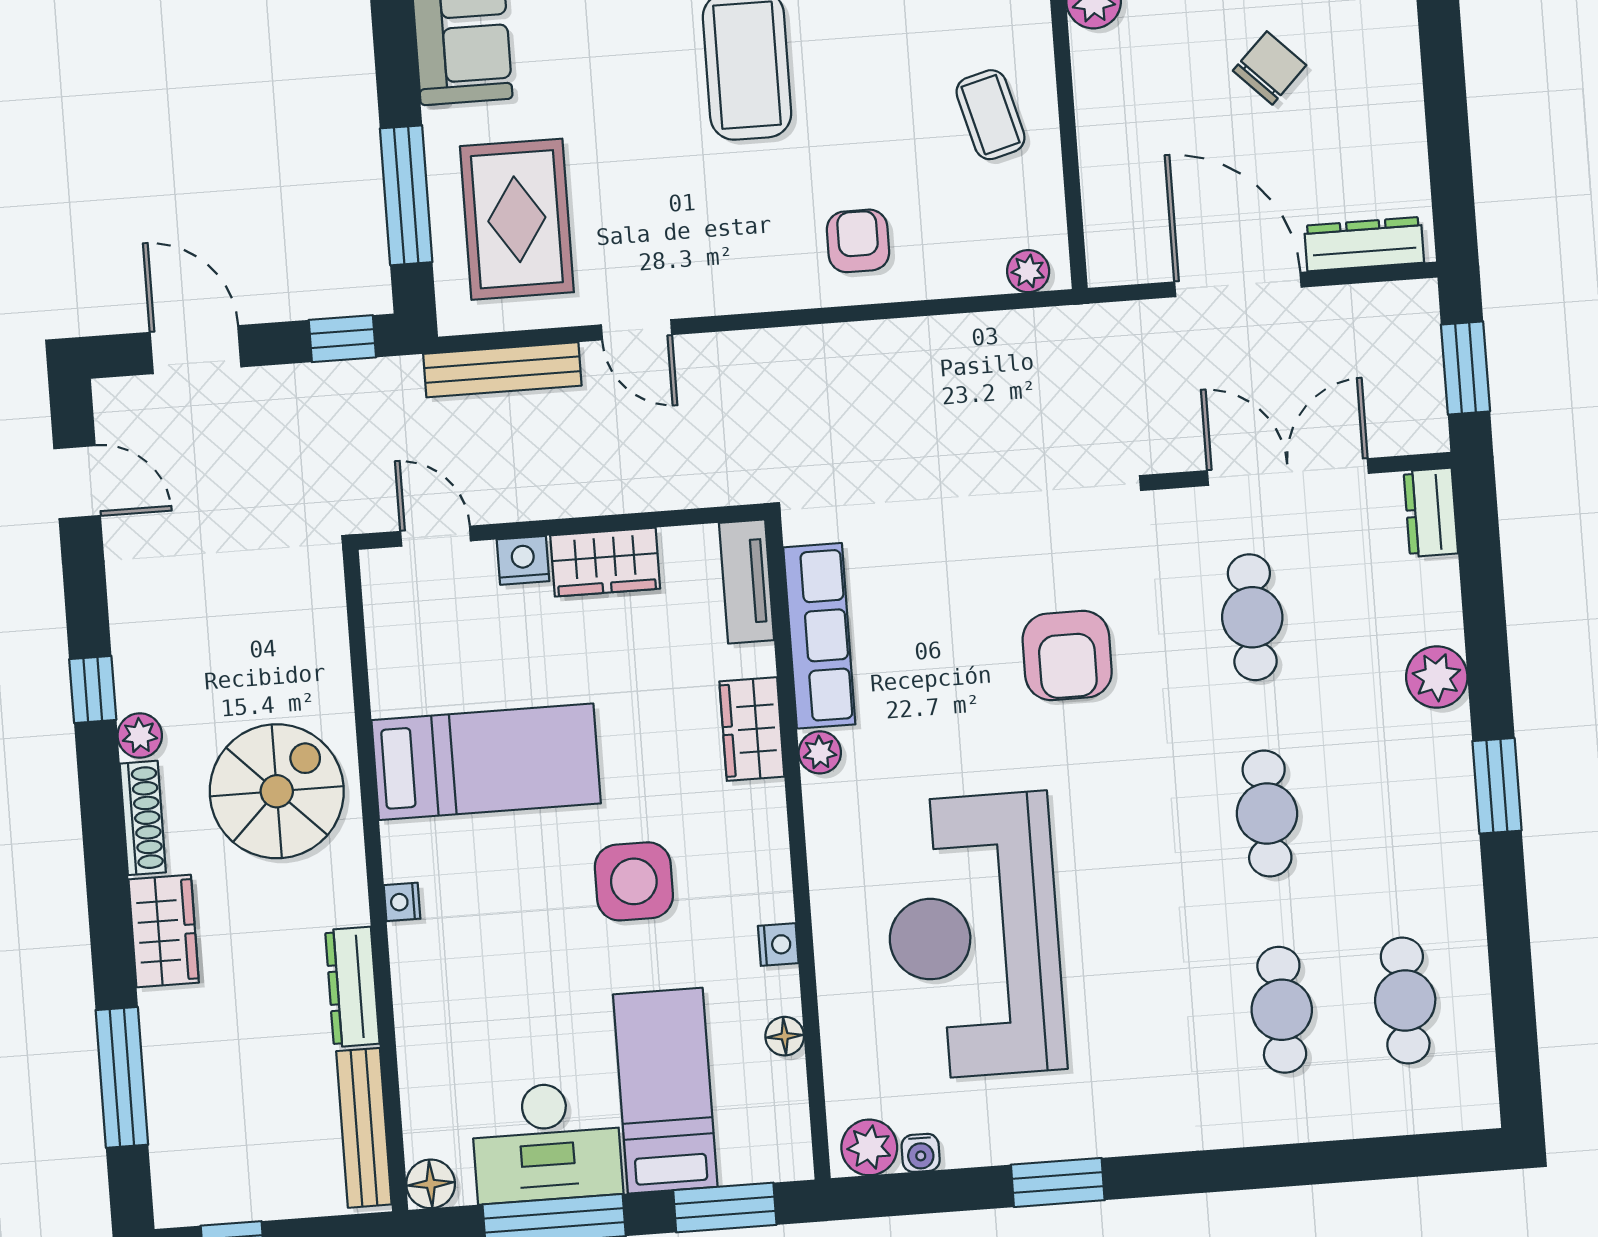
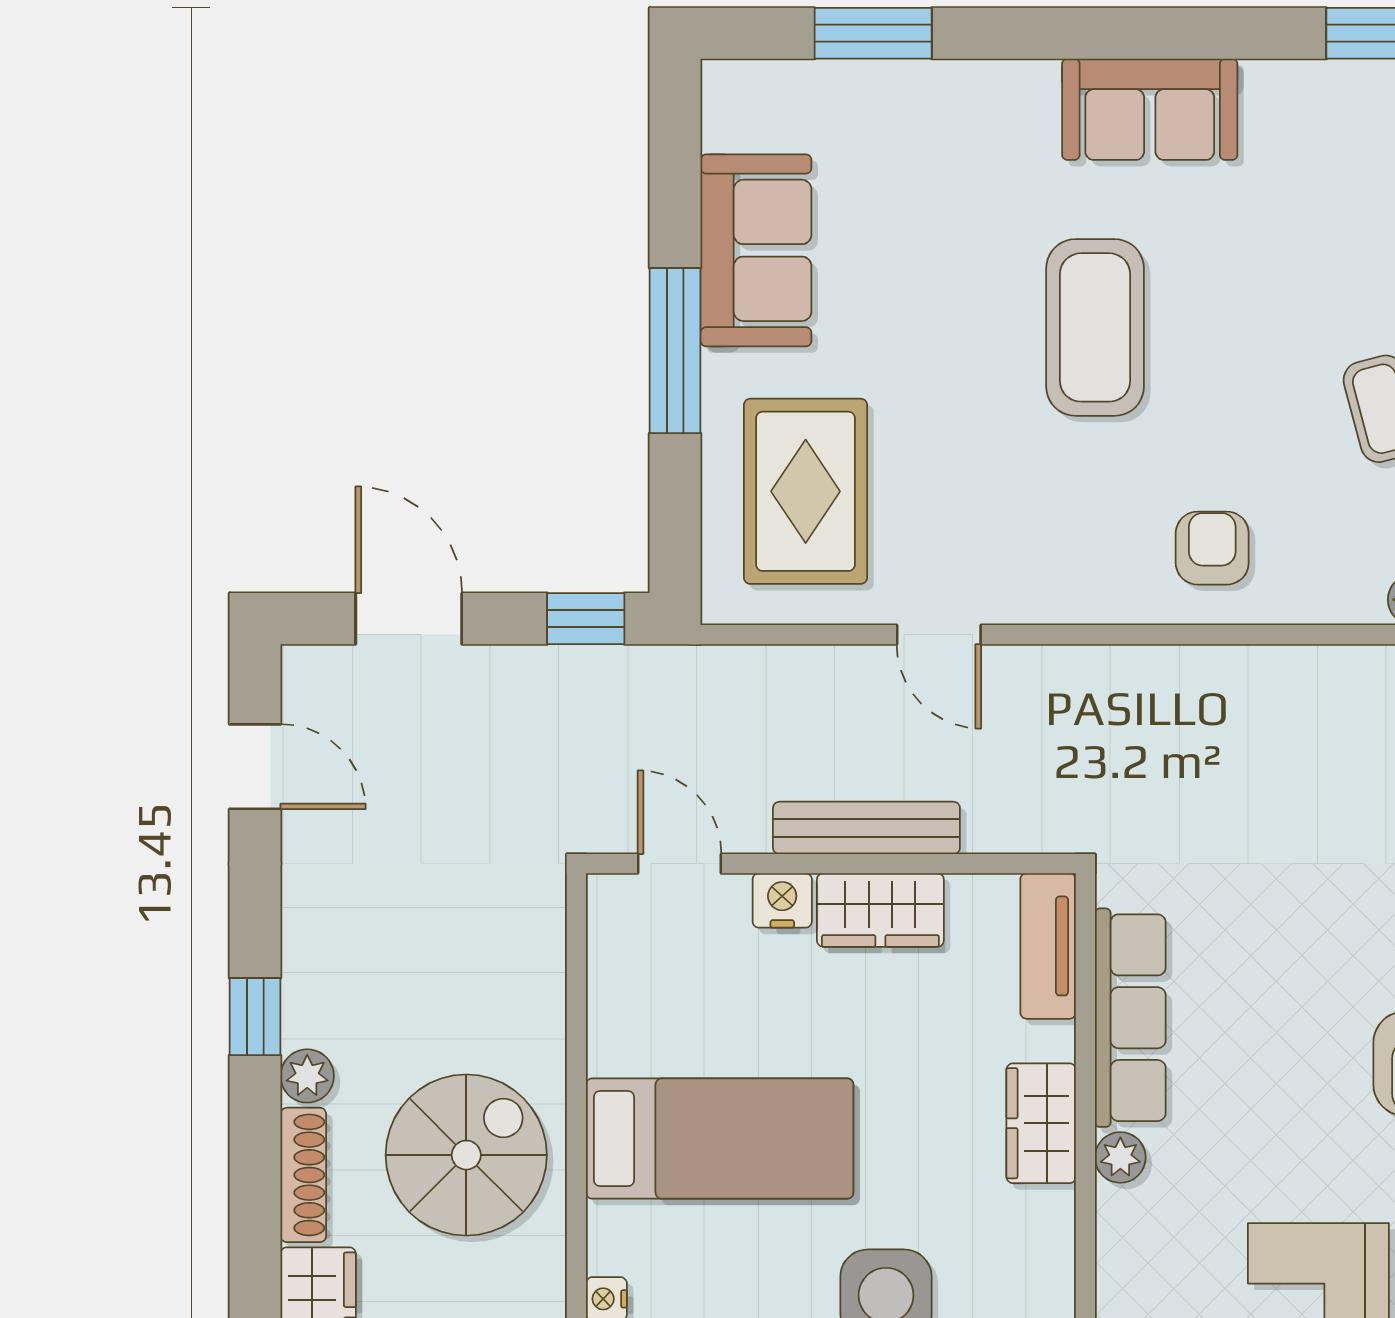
window: (406, 195) -> (675, 351), moved
bench: (502, 370) -> (866, 828), moved

